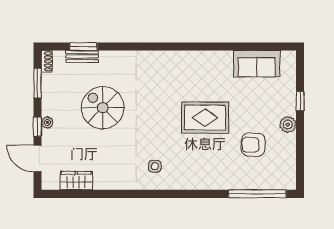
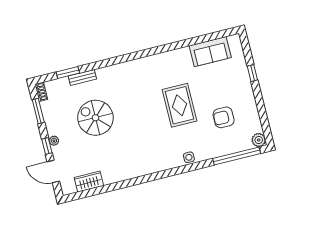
bench: (82, 57) -> (82, 77), moved
rug: (205, 118) -> (180, 105), turned 90
plant: (288, 125) -> (259, 140), moved
side table: (155, 166) -> (189, 157), moved

